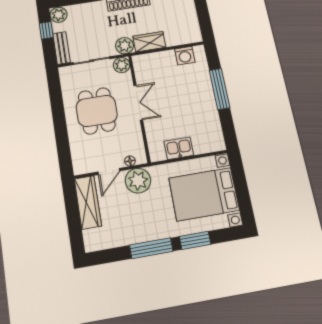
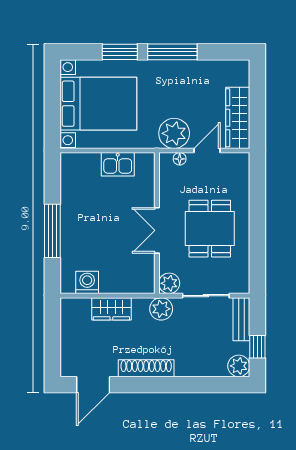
wardrobe: (149, 42) -> (111, 309), moved

